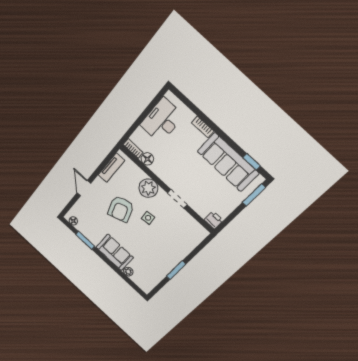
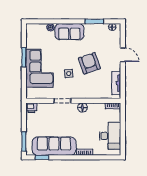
floor lamp: (147, 159) -> (82, 108), moved
plant: (148, 188) -> (84, 91), removed
corner sofa: (171, 247) -> (40, 68), added

